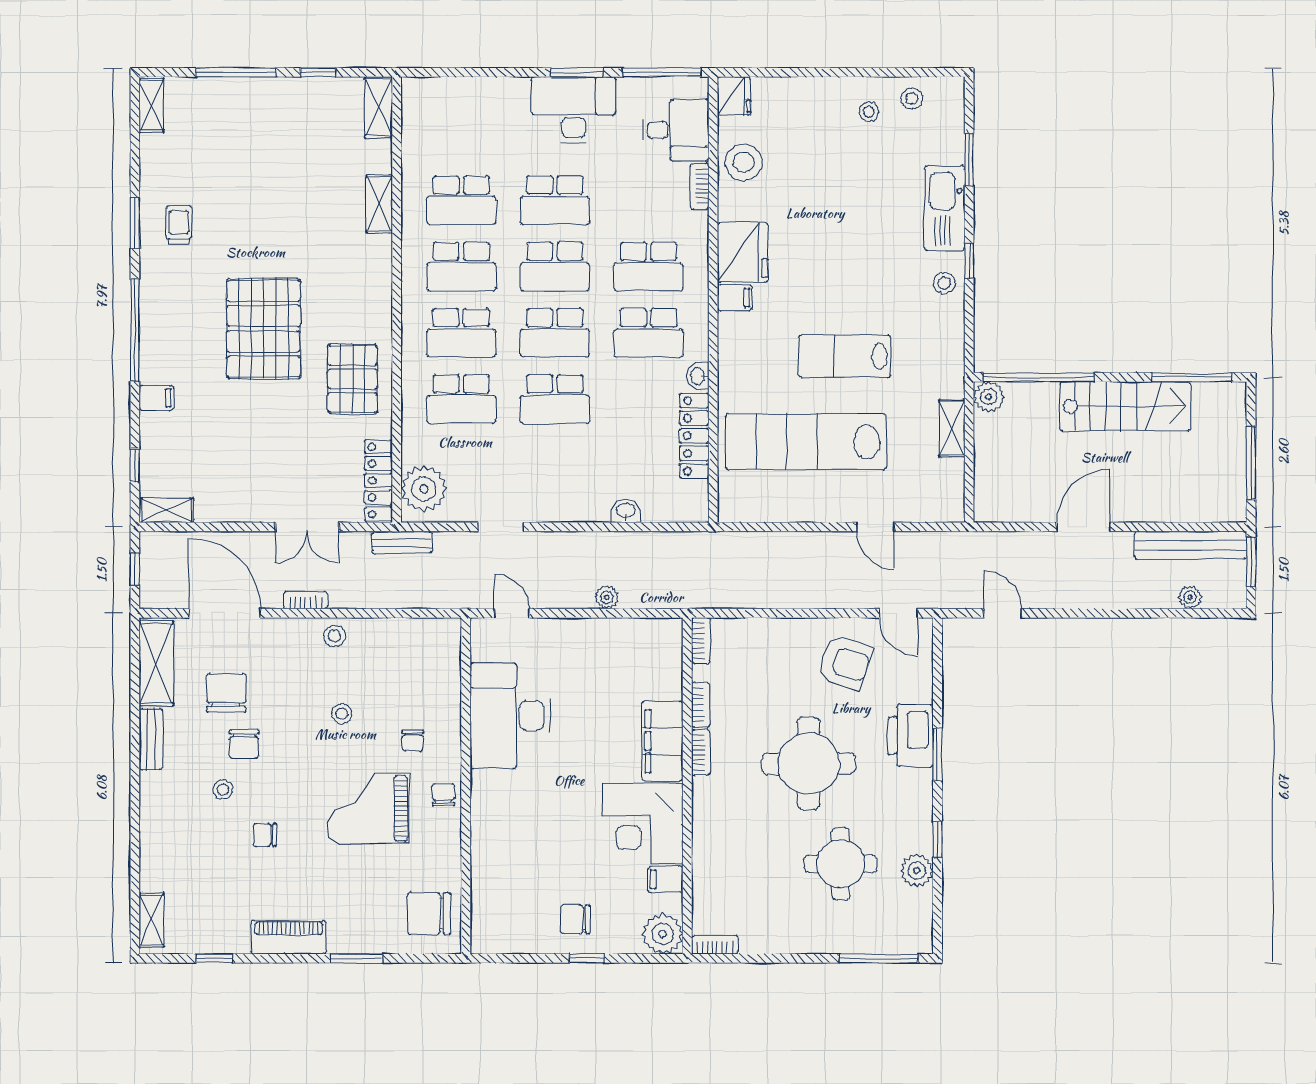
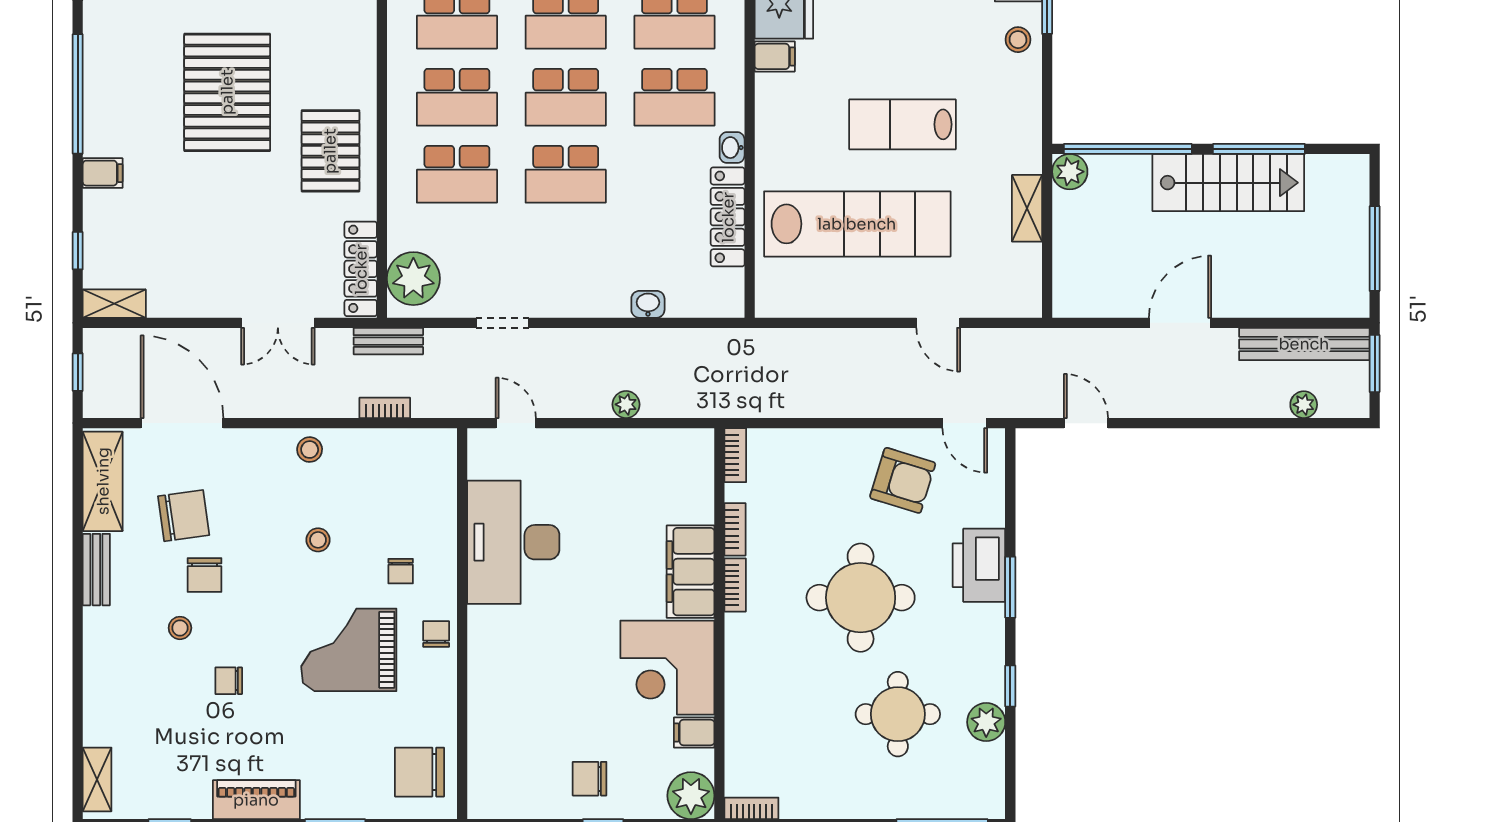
window: (1192, 377) -> (1259, 149), moved
lab bench: (806, 442) -> (857, 224), turned 180
bookcase: (306, 600) -> (385, 408), moved
chair: (226, 693) -> (184, 516), turned 82

